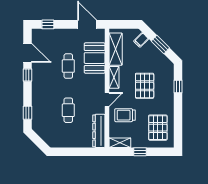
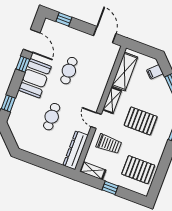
booth: (95, 58) -> (35, 78), moved
pallet: (145, 86) -> (141, 121), turned 90
door: (107, 99) -> (96, 120), swing flipped
trolley: (125, 115) -> (109, 144), turned 180
pallet: (158, 128) -> (138, 170), turned 90

